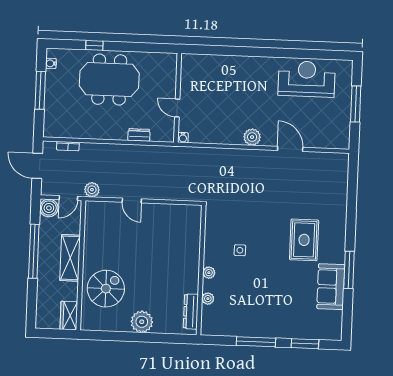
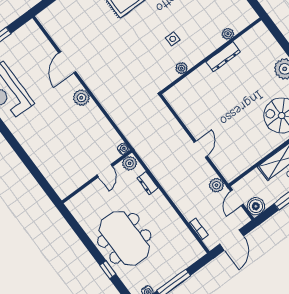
plant: (167, 133) -> (130, 163), added
door: (68, 198) -> (237, 198), swing flipped
plant: (209, 273) -> (182, 68), moved
dresser: (191, 312) -> (223, 57), moved

